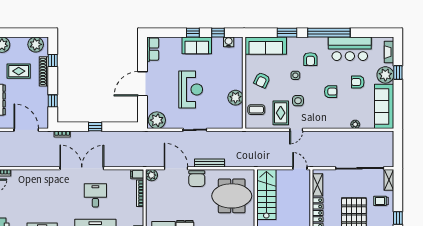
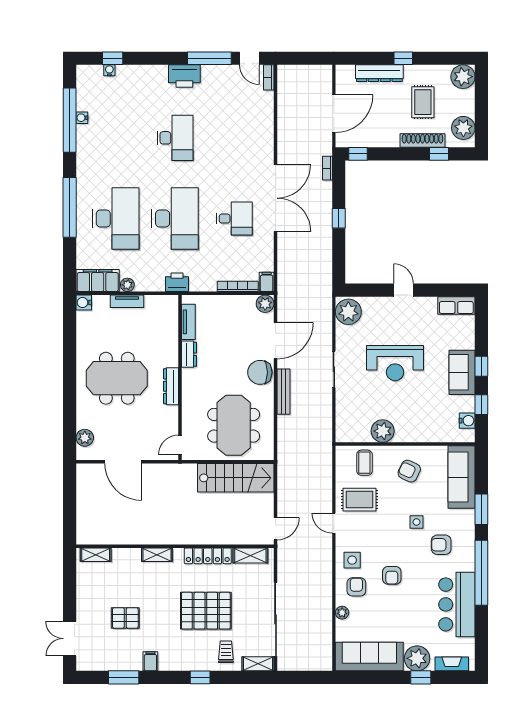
armchair: (358, 82) -> (356, 587), moved
door: (143, 84) -> (404, 290), width x0.53
window: (53, 101) -> (358, 154), moved
side table: (298, 101) -> (352, 560), moved

